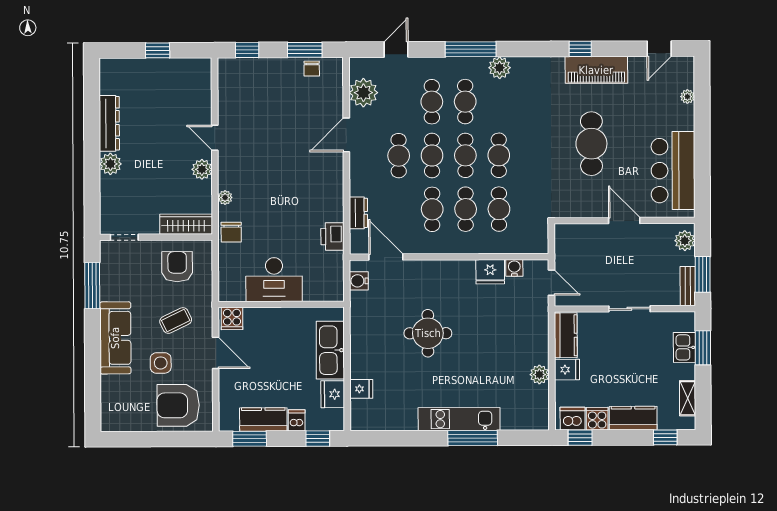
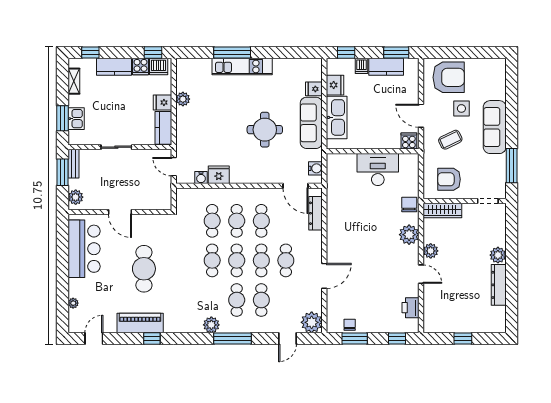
plant: (363, 93) -> (312, 322), moved
plant: (225, 198) -> (409, 235), width x1.88, depth x1.88
dresser: (358, 213) -> (316, 213), width x1.44
printer: (332, 237) -> (411, 308), moved, turned 180
armchair: (177, 267) -> (449, 179), turned 90
sofa: (365, 343) -> (311, 123), added

